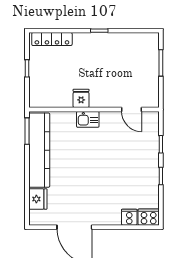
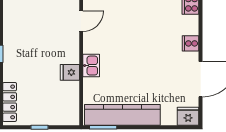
fridge: (38, 199) -> (188, 116), moved
cooker: (129, 217) -> (191, 43), moved

